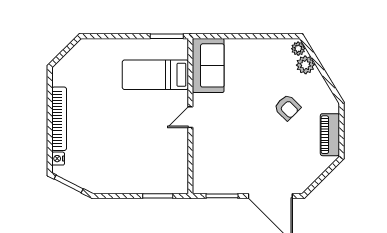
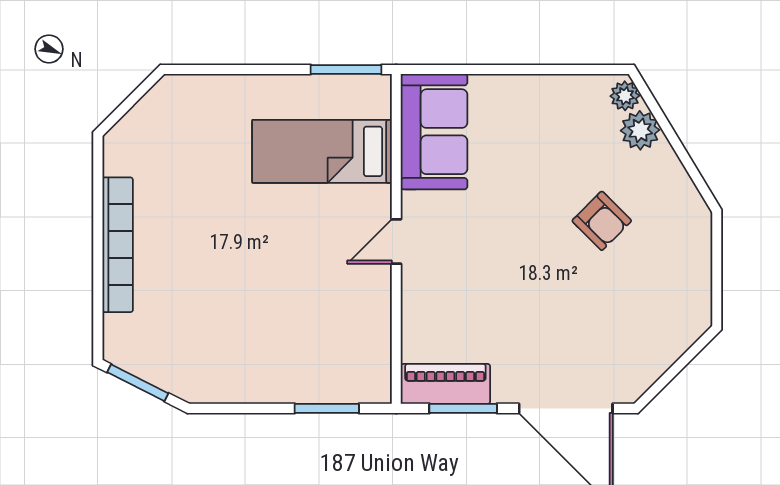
piano: (330, 135) -> (445, 384), moved, turned 90
nightstand: (58, 159) -> (116, 329), removed

